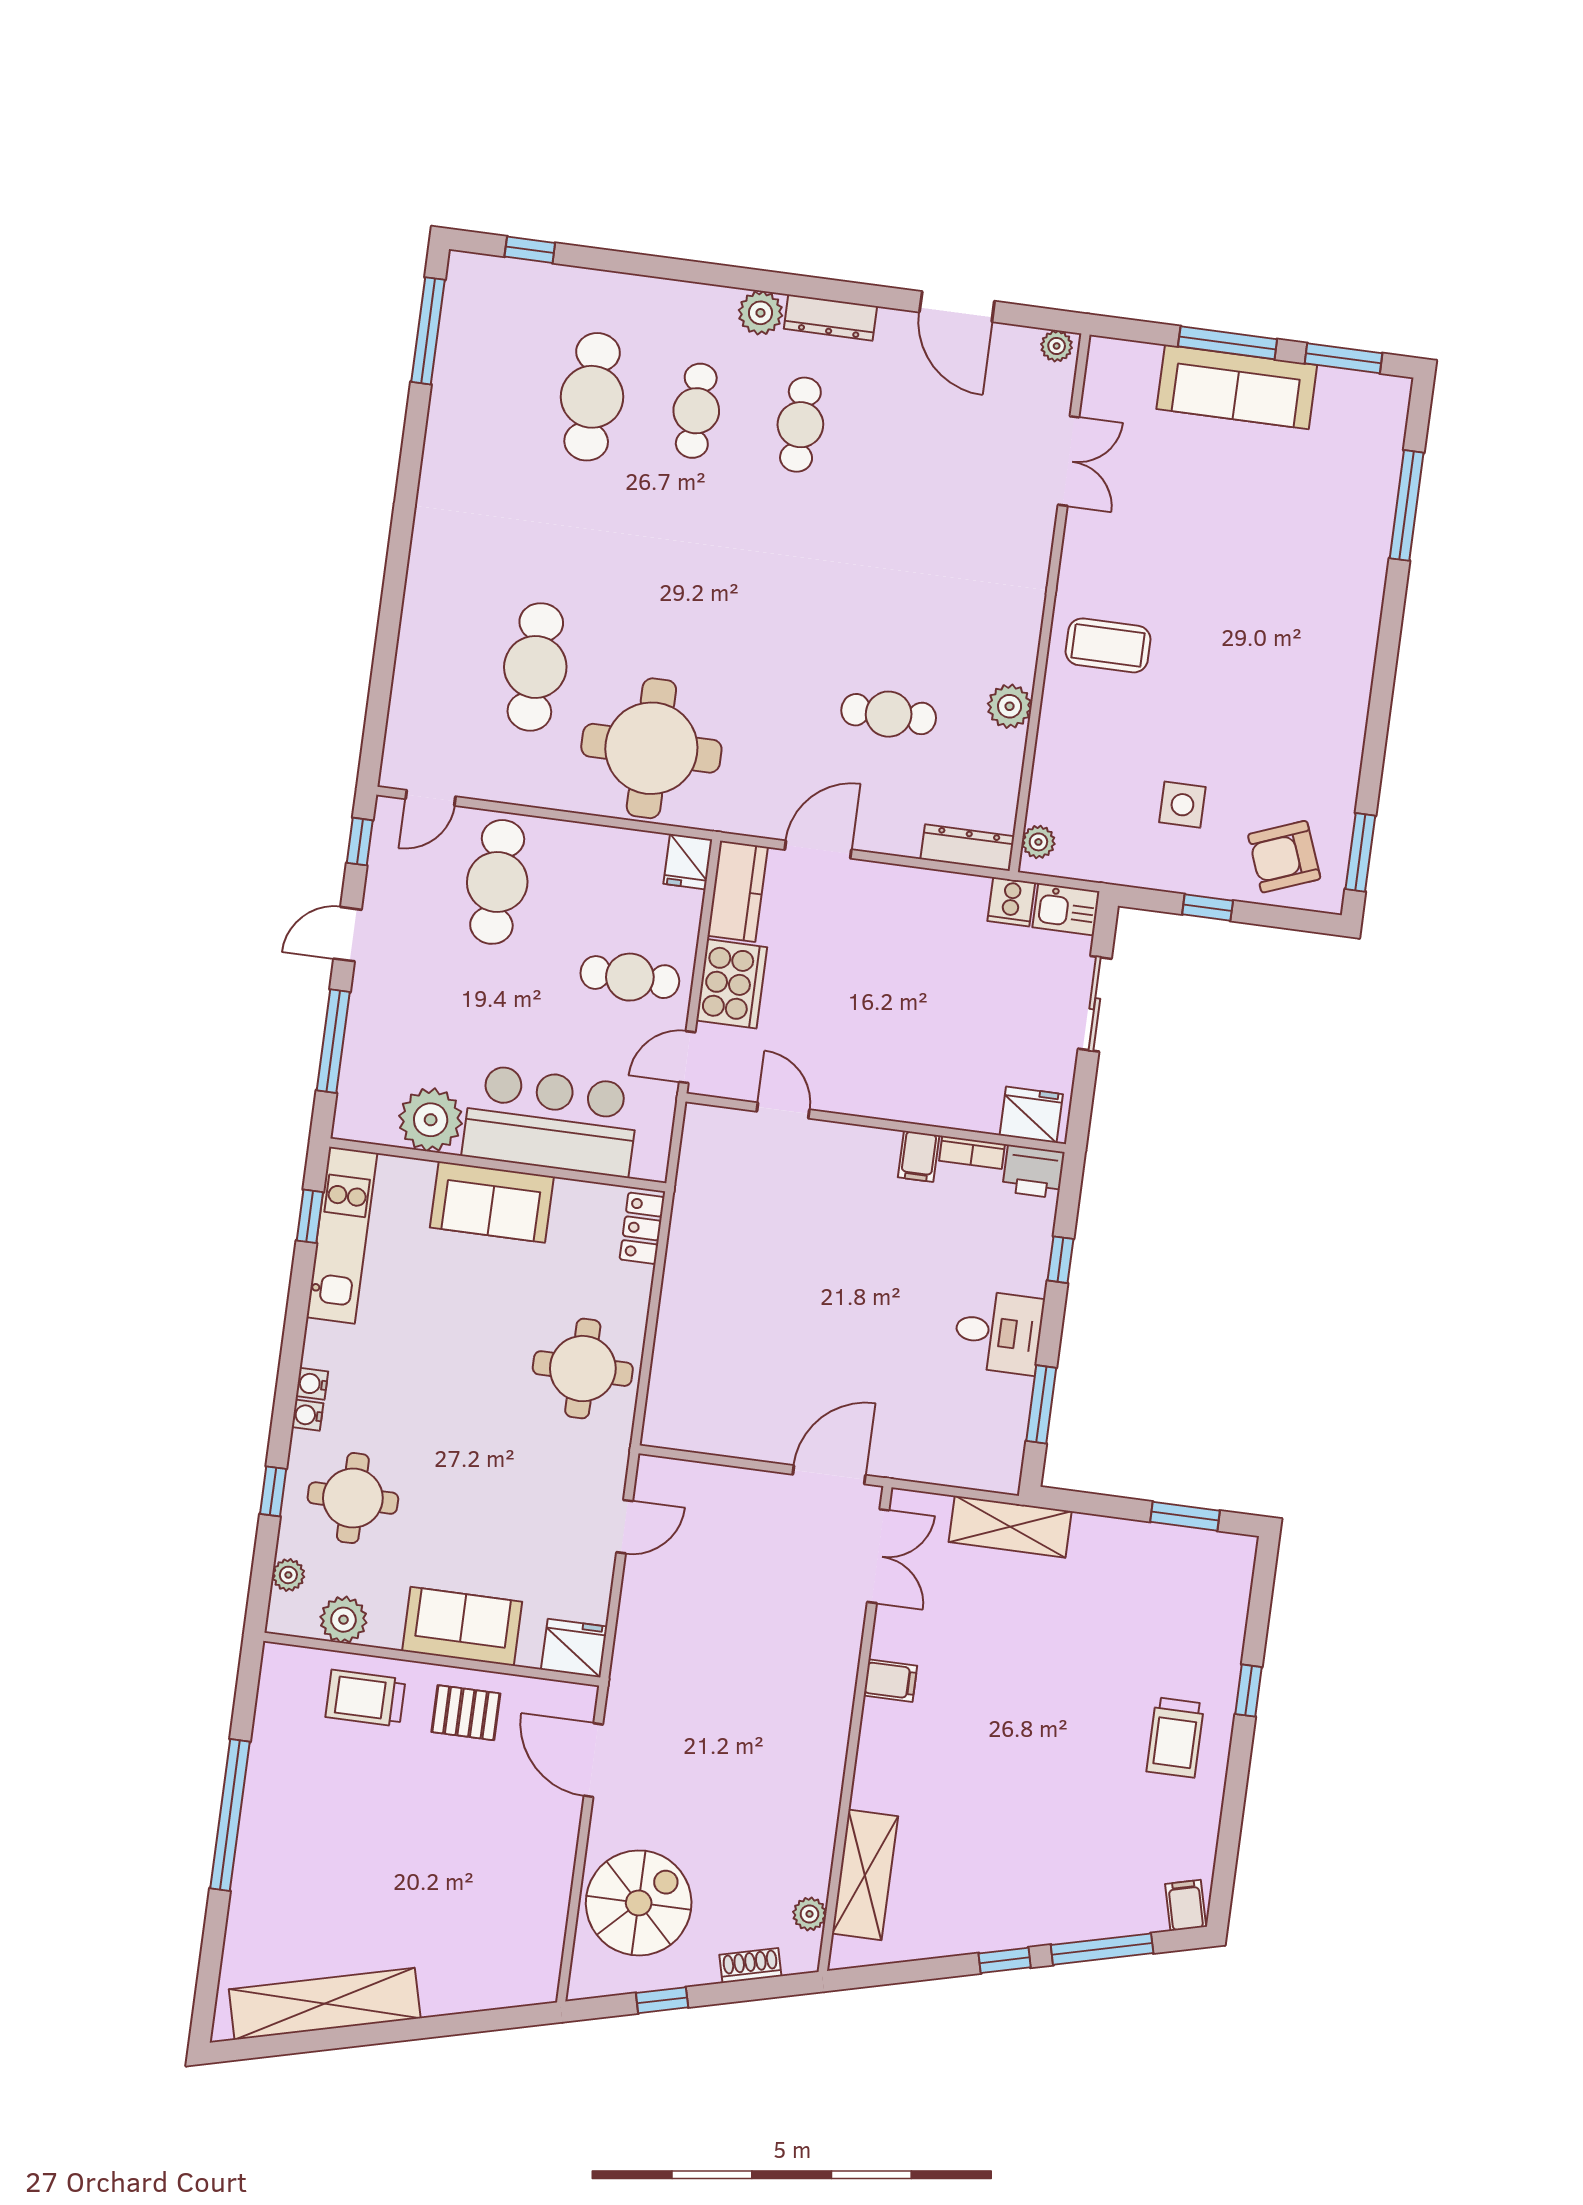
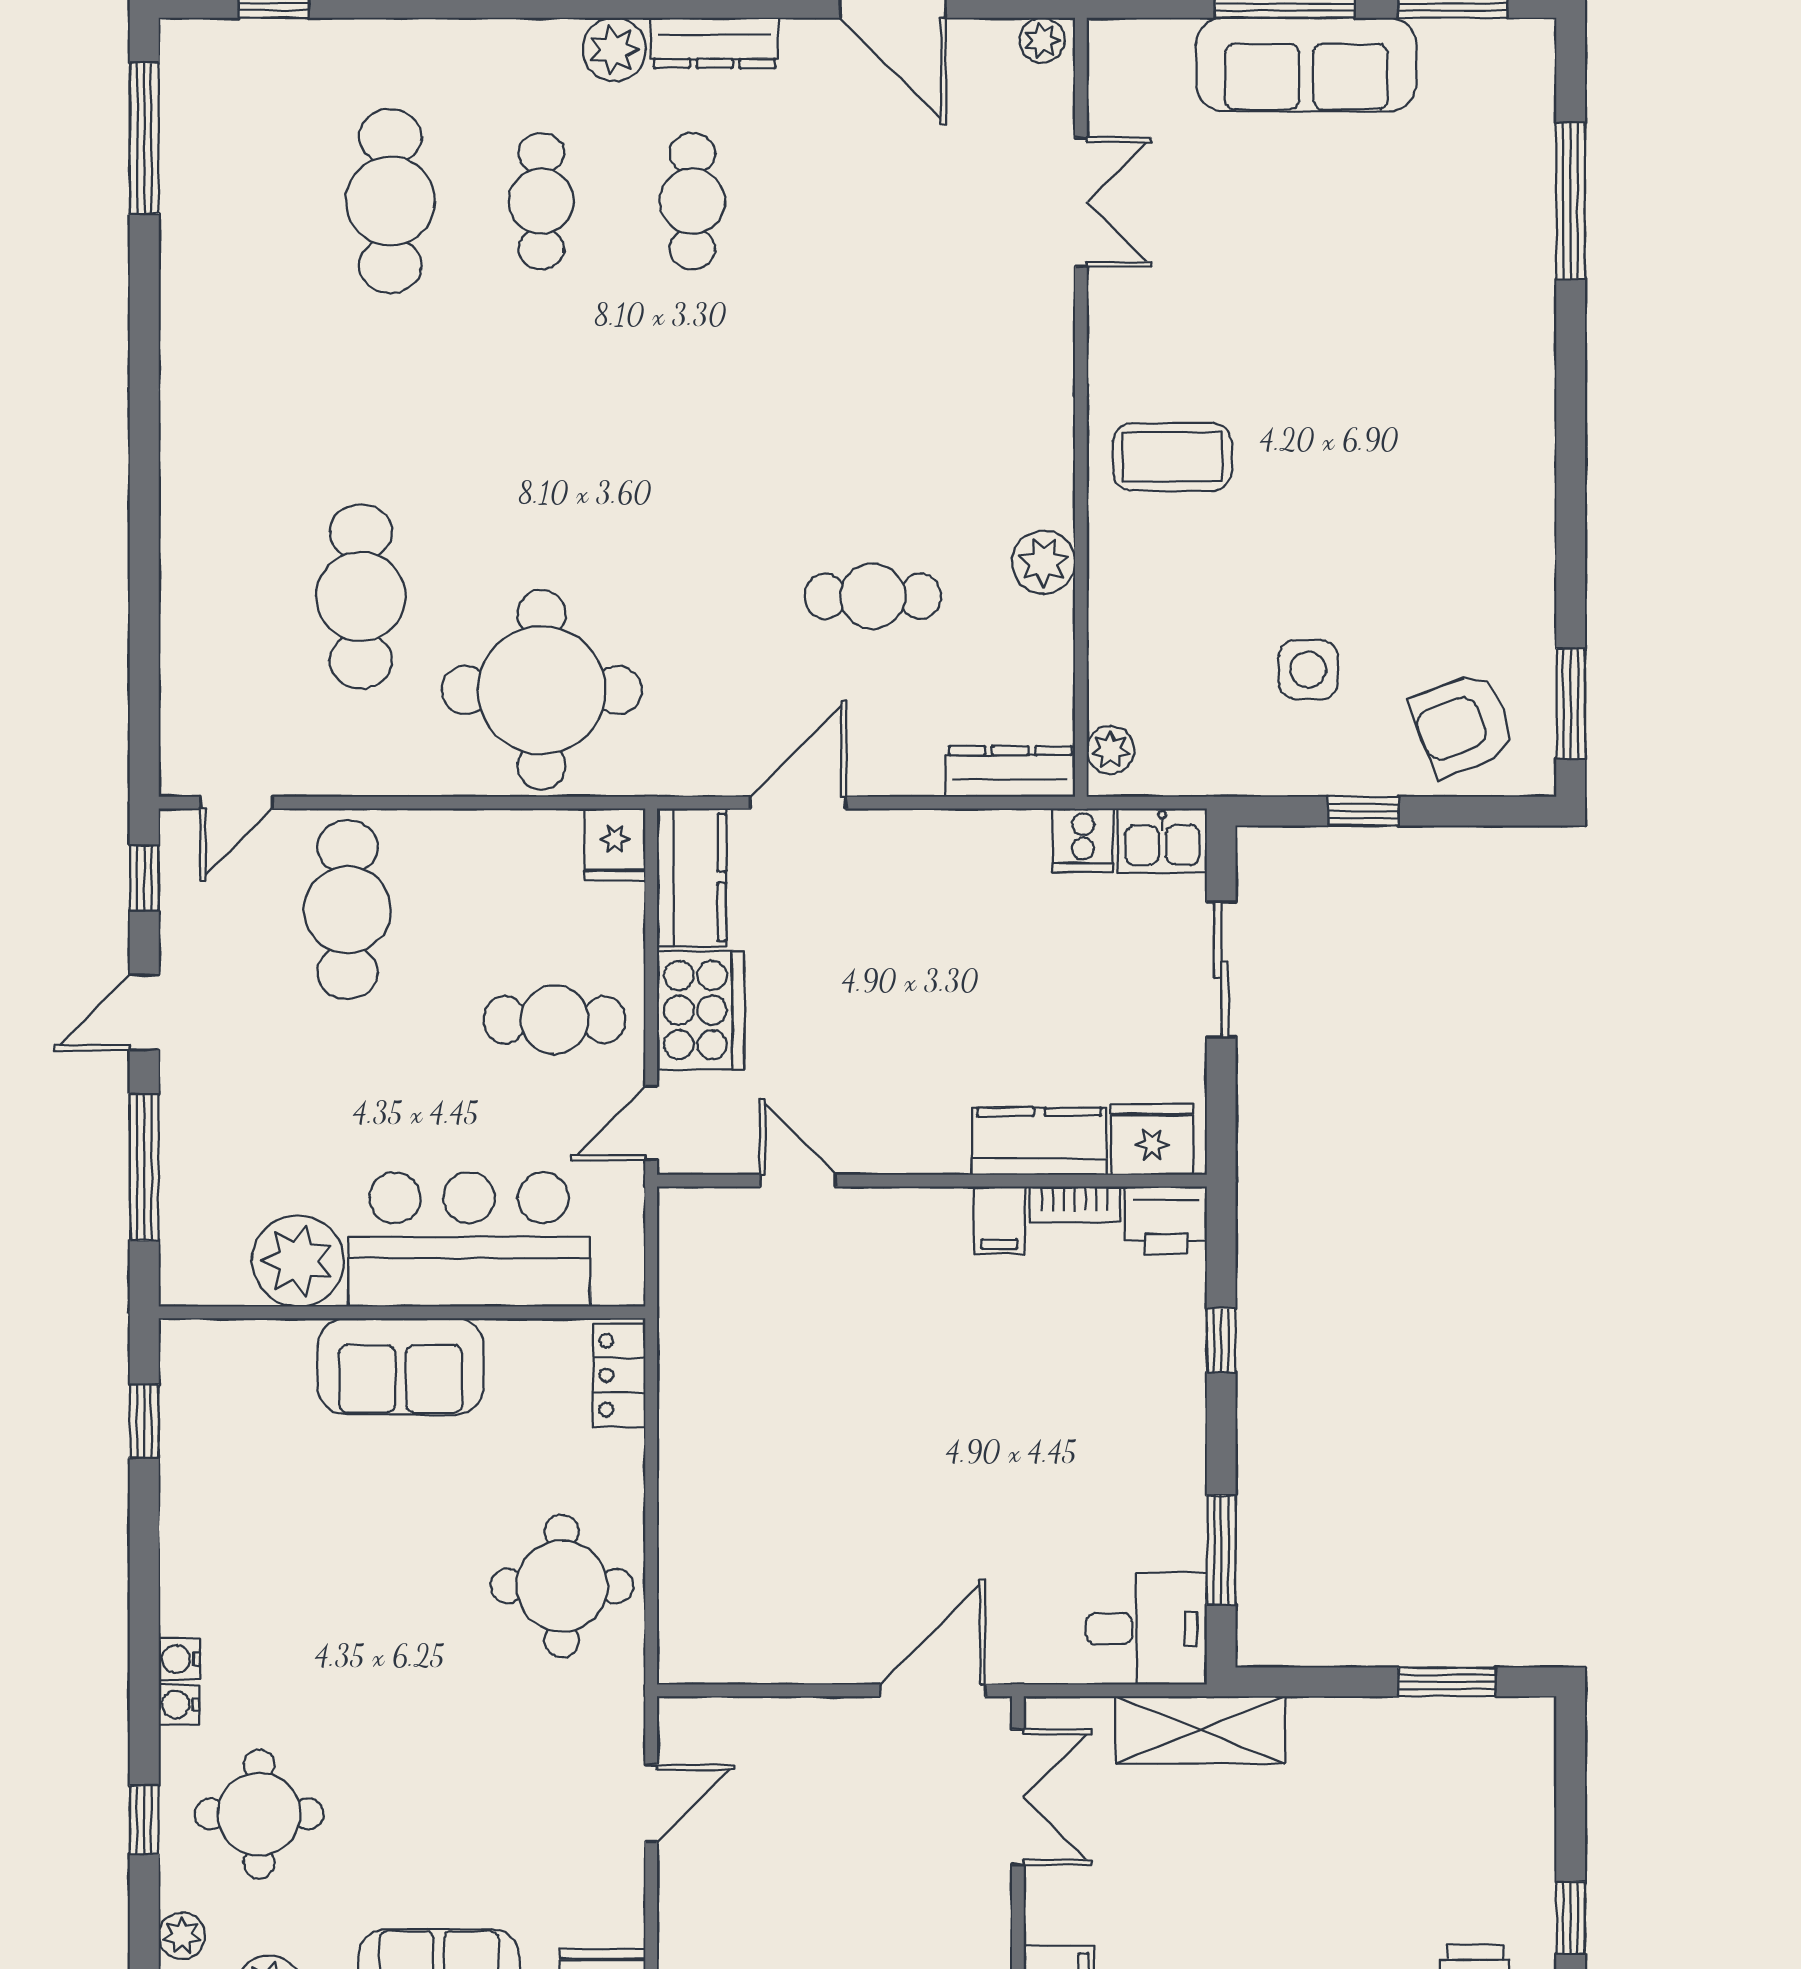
kitchen counter: (953, 1106) -> (1039, 1141), added
kitchen unit: (342, 1235) -> (193, 1442), removed
desk: (998, 1332) -> (1147, 1629), moved

